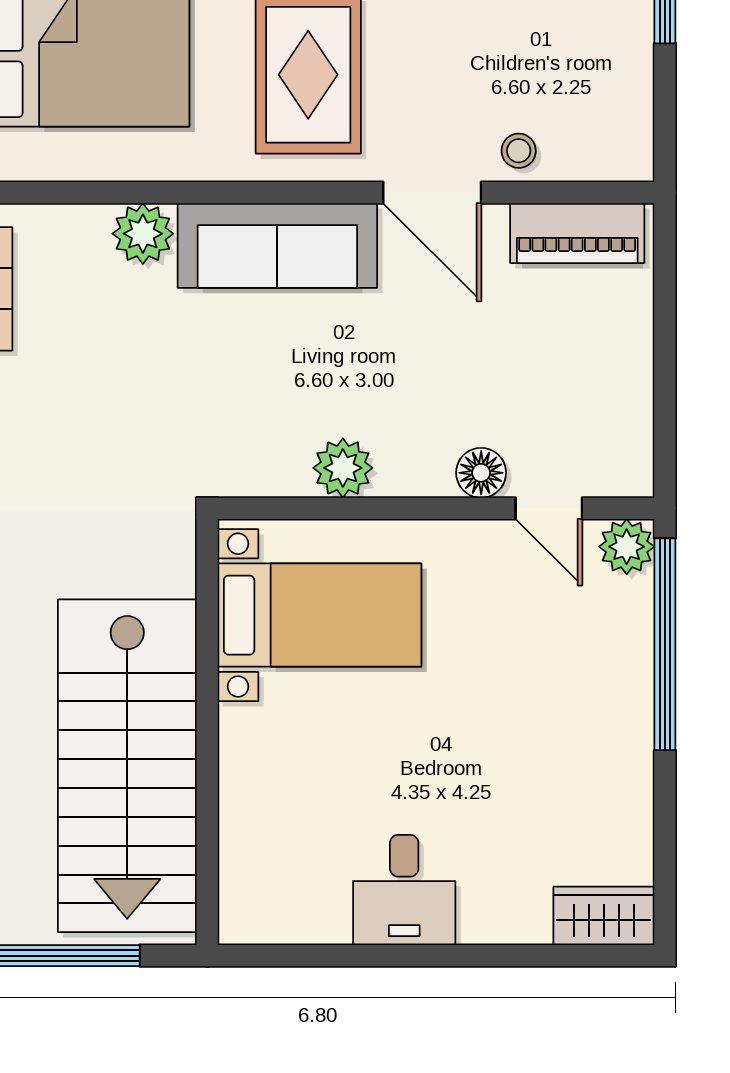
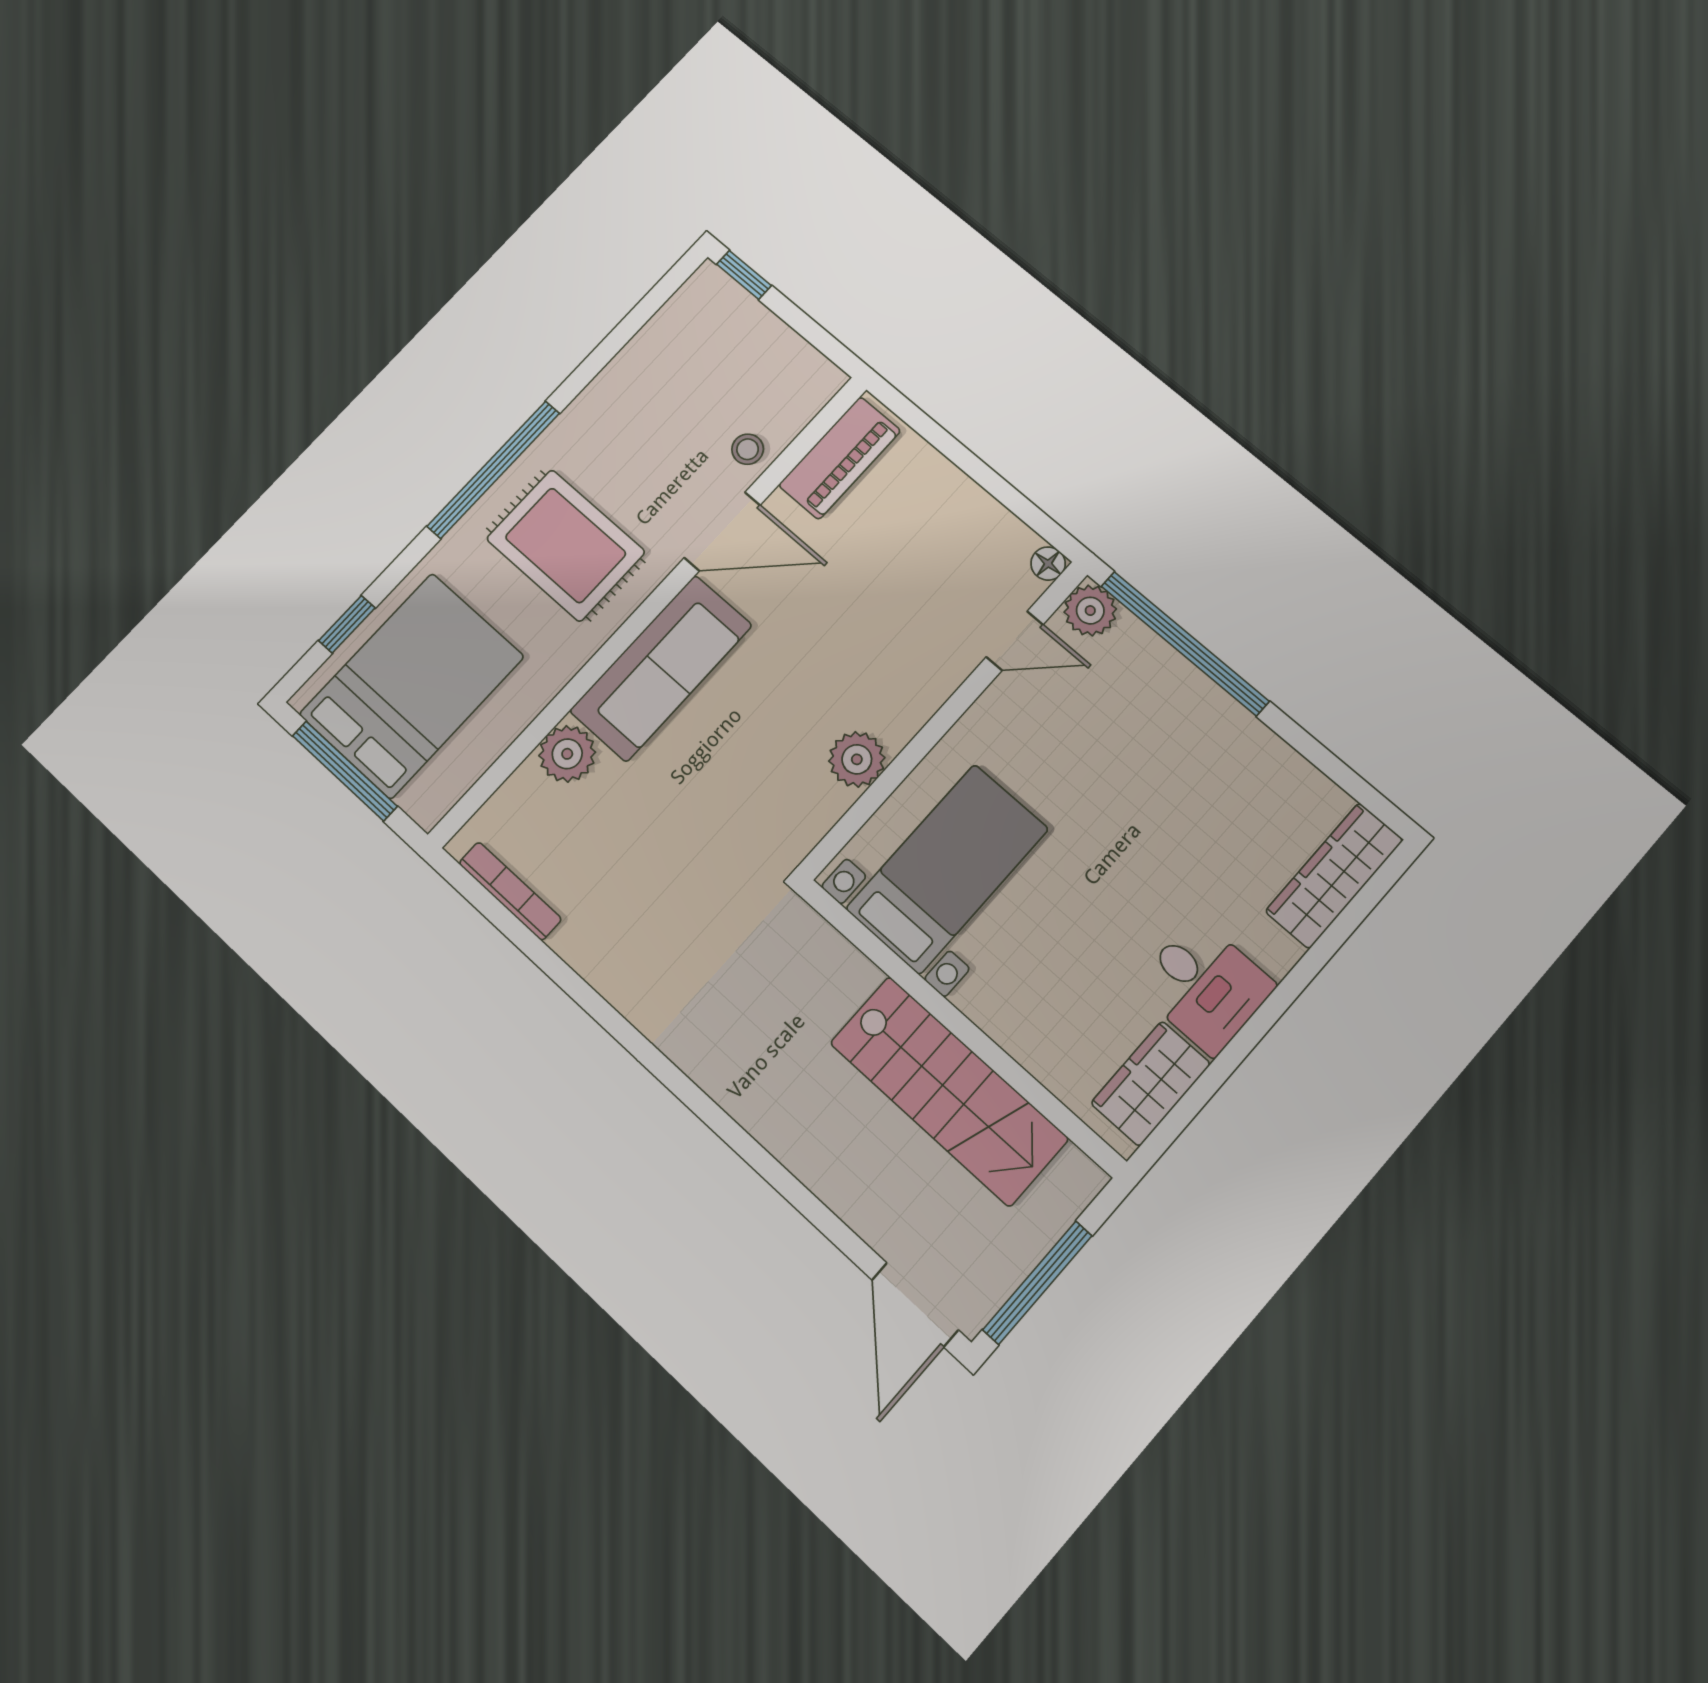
floor lamp: (481, 473) -> (1048, 564), moved, width x0.73, depth x0.73
stairs: (127, 766) -> (949, 1091), width x0.73, depth x0.66
wardrobe: (293, 913) -> (1151, 1084), added
wardrobe: (604, 916) -> (1334, 876), width x1.50

